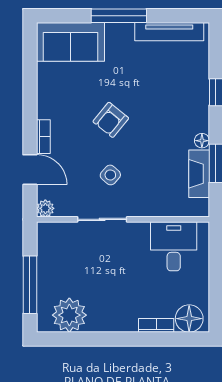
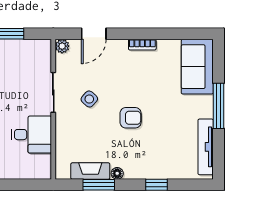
armchair: (111, 120) -> (131, 118), moved, turned 141
bookcase: (43, 137) -> (142, 45), moved
desk: (174, 246) -> (31, 135), moved

